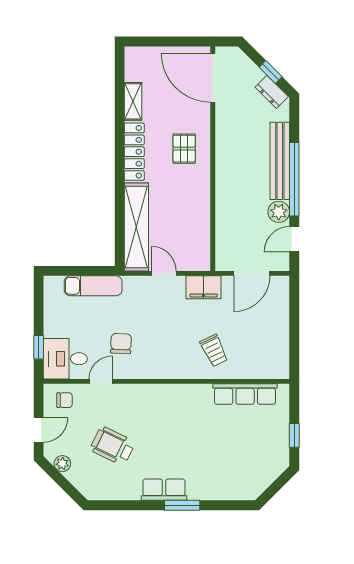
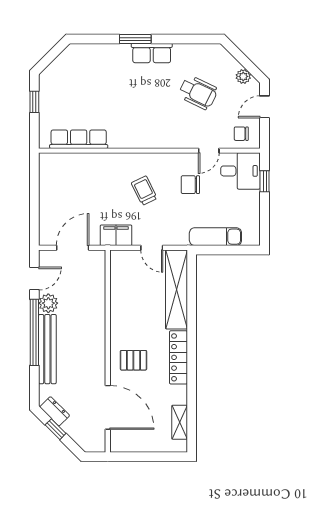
door: (213, 78) -> (108, 407), moved
shelving: (133, 101) -> (180, 422), moved
pallet: (184, 149) -> (133, 360), turned 90
chair: (121, 344) -> (190, 185), turned 87
trolley: (214, 350) -> (144, 191), moved

